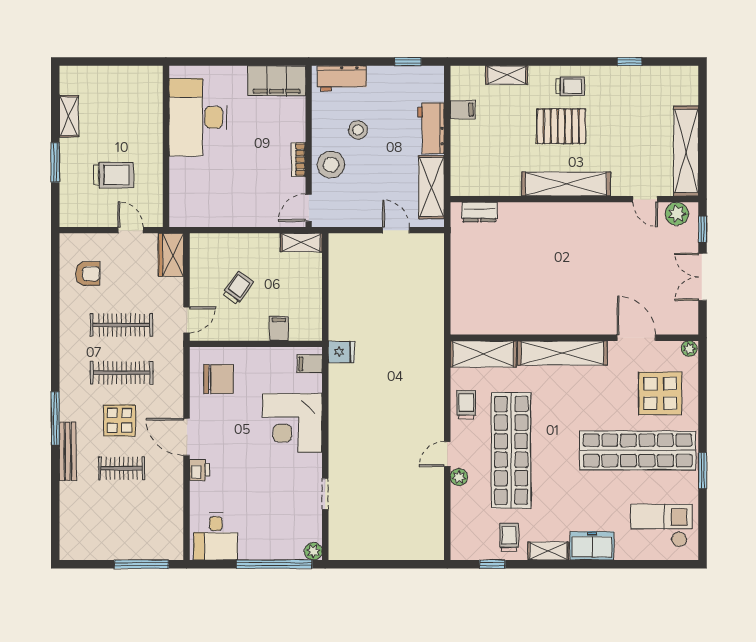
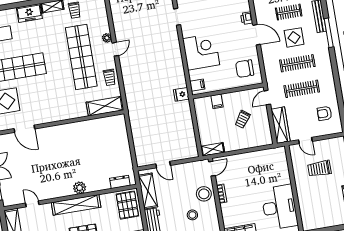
pallet: (473, 168) -> (127, 205), added
plant: (677, 214) -> (80, 188), moved
wardrobe: (171, 255) -> (280, 125), width x1.50
shelving: (562, 353) -> (63, 114), removed

